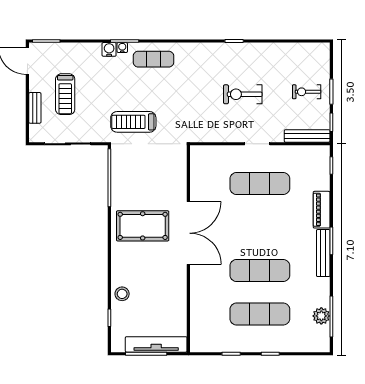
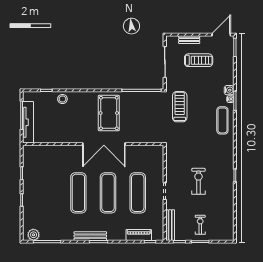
treadmill: (65, 94) -> (199, 60), turned 180
piano: (322, 210) -> (139, 235), moved
exercise mat: (260, 314) -> (108, 193), moved
plant: (321, 316) -> (33, 235), moved

